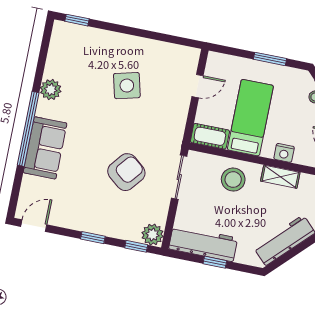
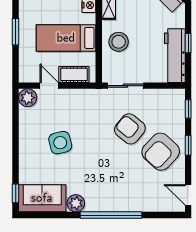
cot: (210, 136) -> (74, 74), moved, turned 90
sofa: (45, 148) -> (42, 198), moved
armchair: (92, 203) -> (161, 152), added
plant: (153, 235) -> (28, 98), moved

